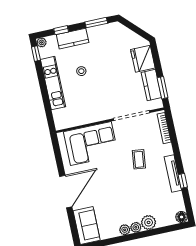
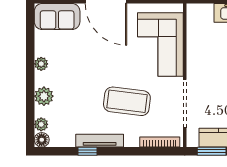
coffee table: (139, 159) -> (127, 101), width x1.86, depth x1.72
plant: (136, 227) -> (41, 124), moved

